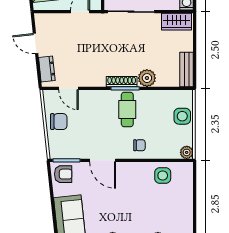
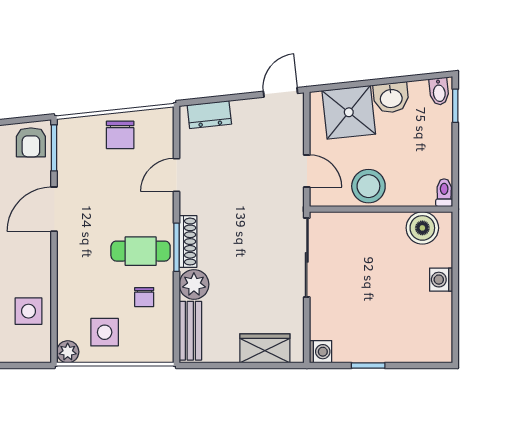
wardrobe: (176, 22) -> (265, 348), moved, turned 90
door: (36, 43) -> (280, 92), moved
bench: (187, 69) -> (190, 331), moved, turned 90
door: (68, 88) -> (177, 175), moved
side table: (182, 116) -> (105, 332), moved
chair: (139, 145) -> (144, 297), moved

